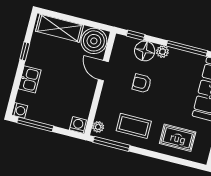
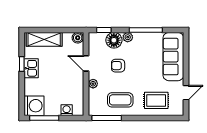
boiler: (94, 41) -> (78, 38), width x0.54, depth x0.54
kitchen sink: (30, 79) -> (31, 68), moved
washing machine: (19, 110) -> (34, 106), width x1.89, depth x1.89
washing machine: (78, 125) -> (67, 110), moved
plant: (98, 127) -> (93, 84), moved

